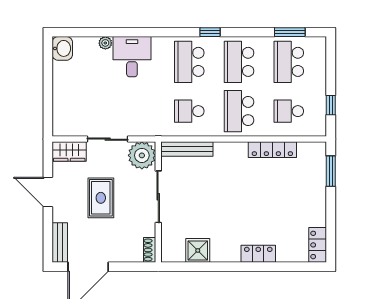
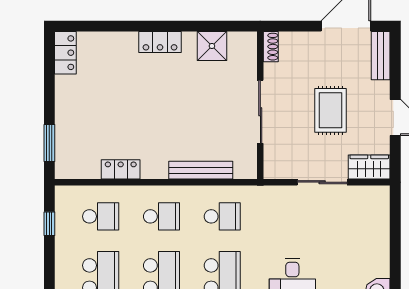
school desk: (239, 111) -> (161, 216), width x0.54
bench: (187, 149) -> (201, 170), moved
locker: (272, 150) -> (121, 169), width x0.66
plant: (142, 155) -> (280, 162), removed
locker: (258, 254) -> (160, 42), moved

